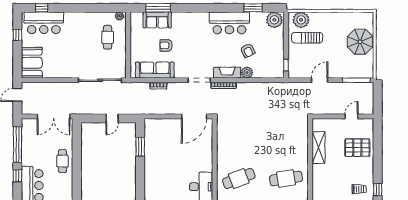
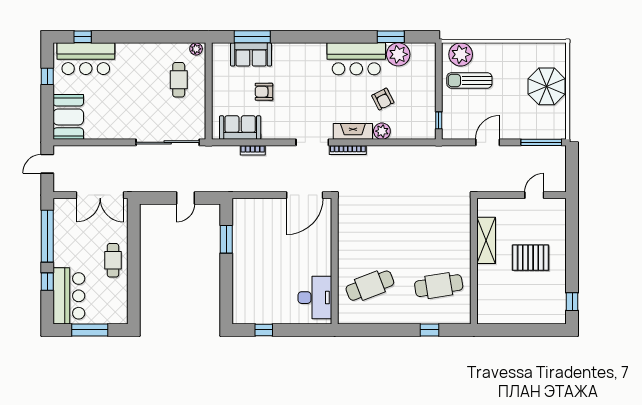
plant: (274, 20) -> (398, 54), moved
sofa: (155, 70) -> (240, 128), width x0.73
pallet: (357, 148) -> (531, 258), moved
trolley: (359, 189) -> (545, 301), removed

